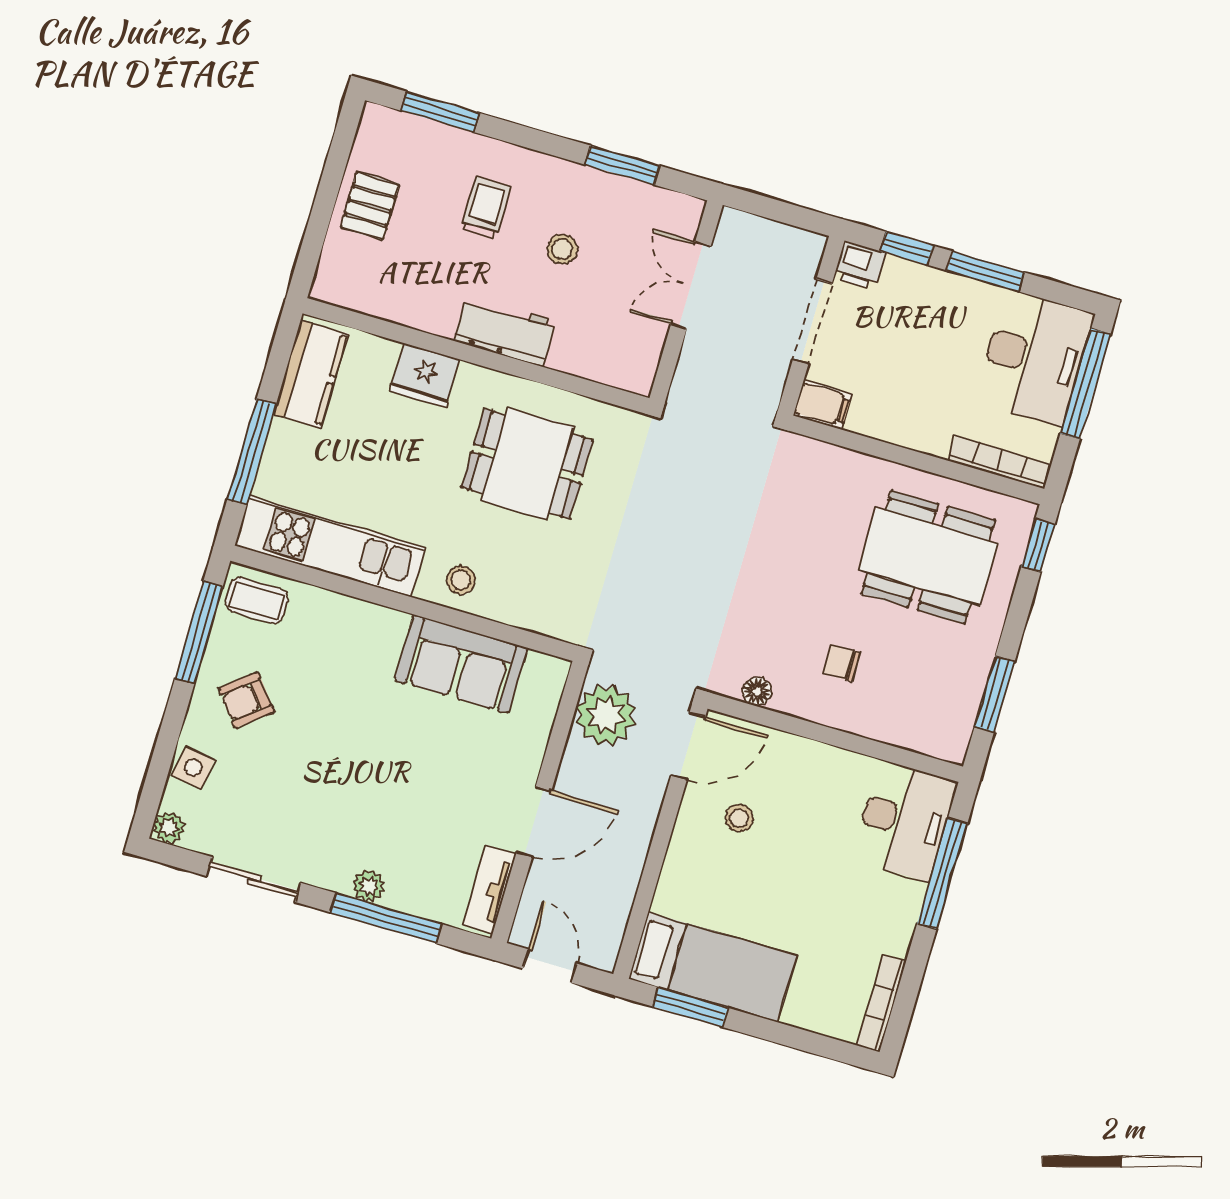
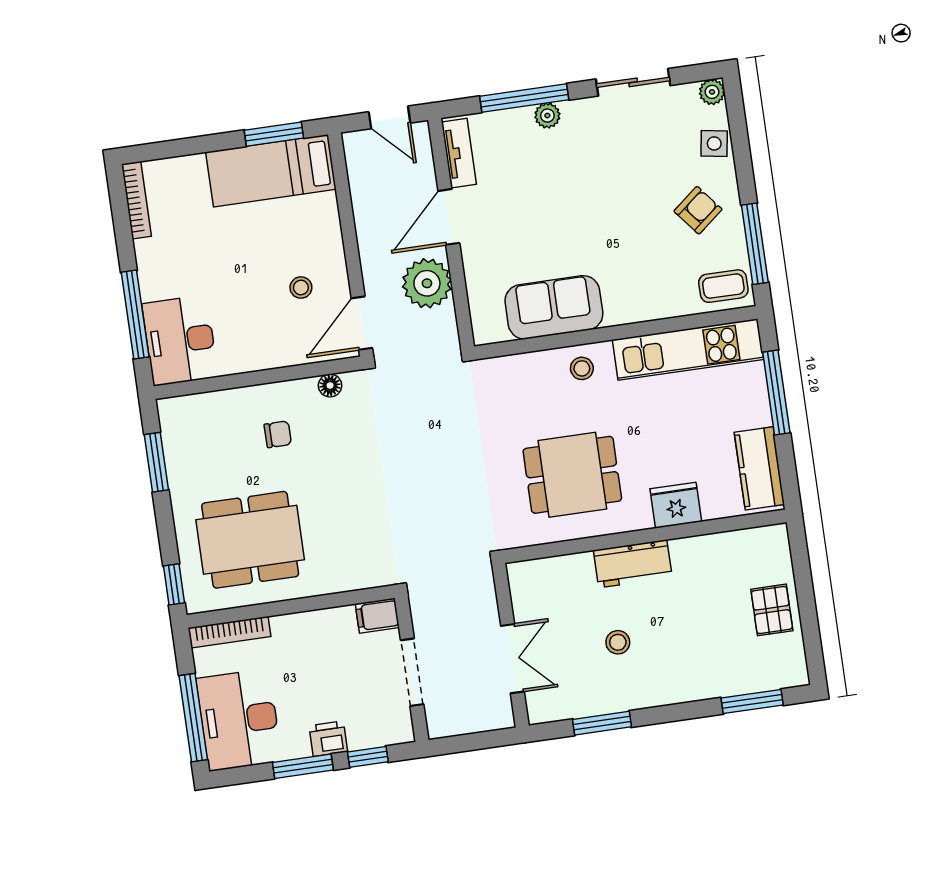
trolley: (486, 208) -> (687, 647), removed
printer: (860, 265) -> (328, 739), moved
plant: (606, 715) -> (427, 283), moved

